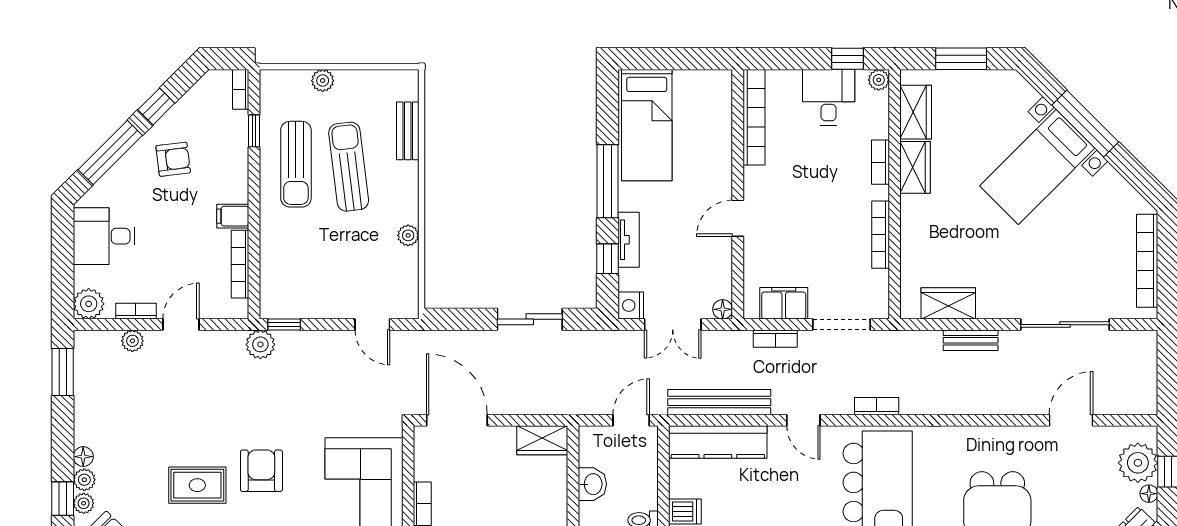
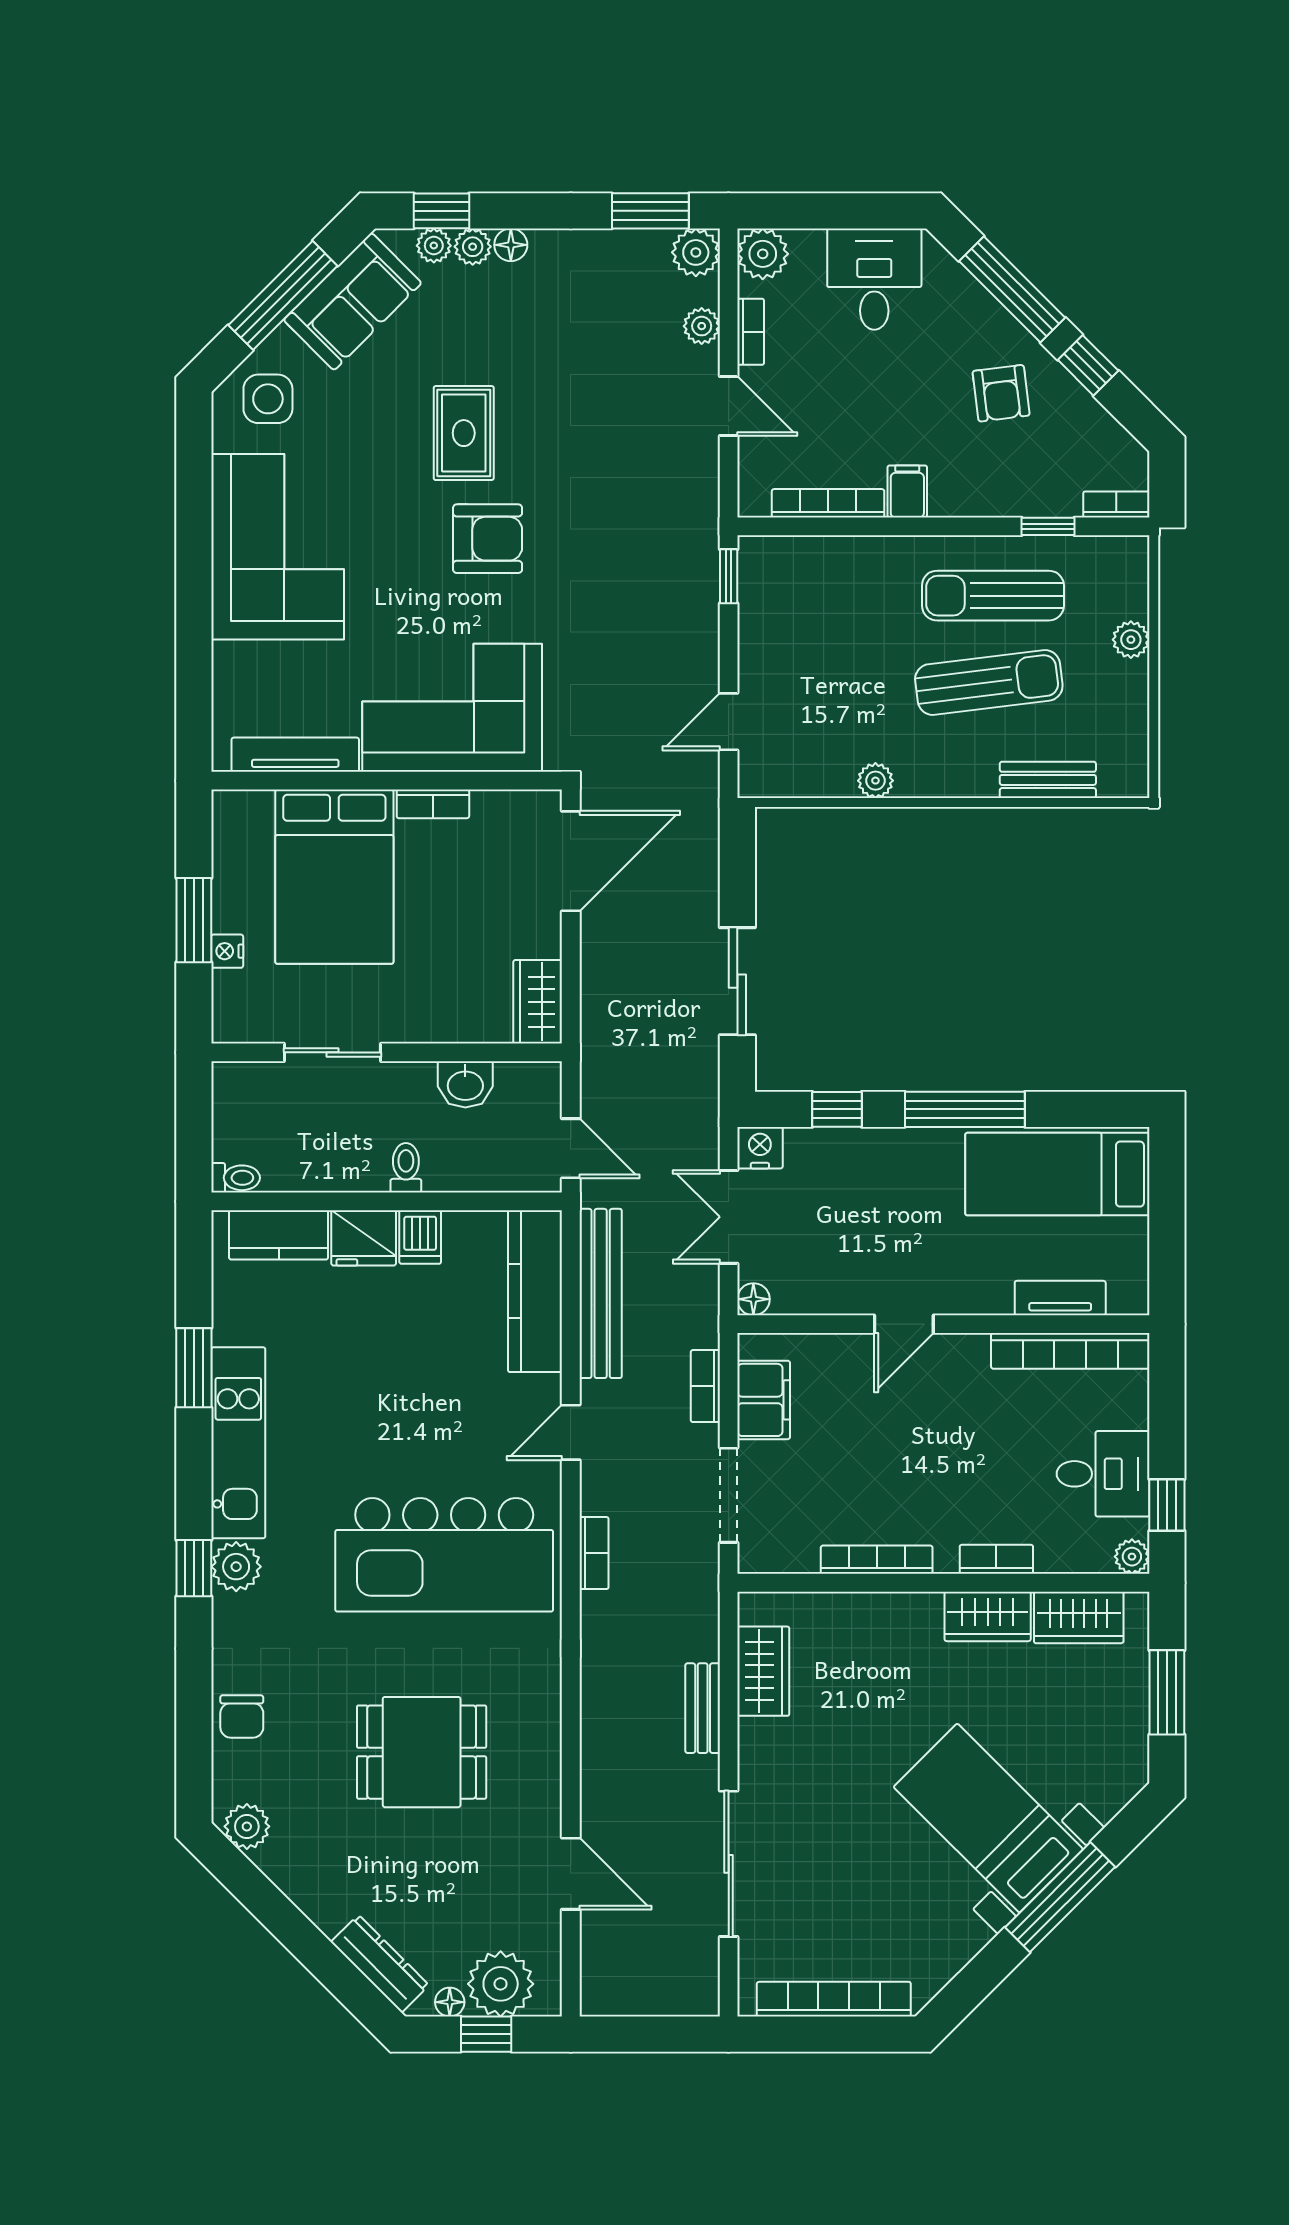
door: (738, 218) -> (904, 1324), swing flipped
tv unit: (629, 240) -> (1060, 1298), moved, turned 180
plant: (260, 344) -> (696, 252), moved

